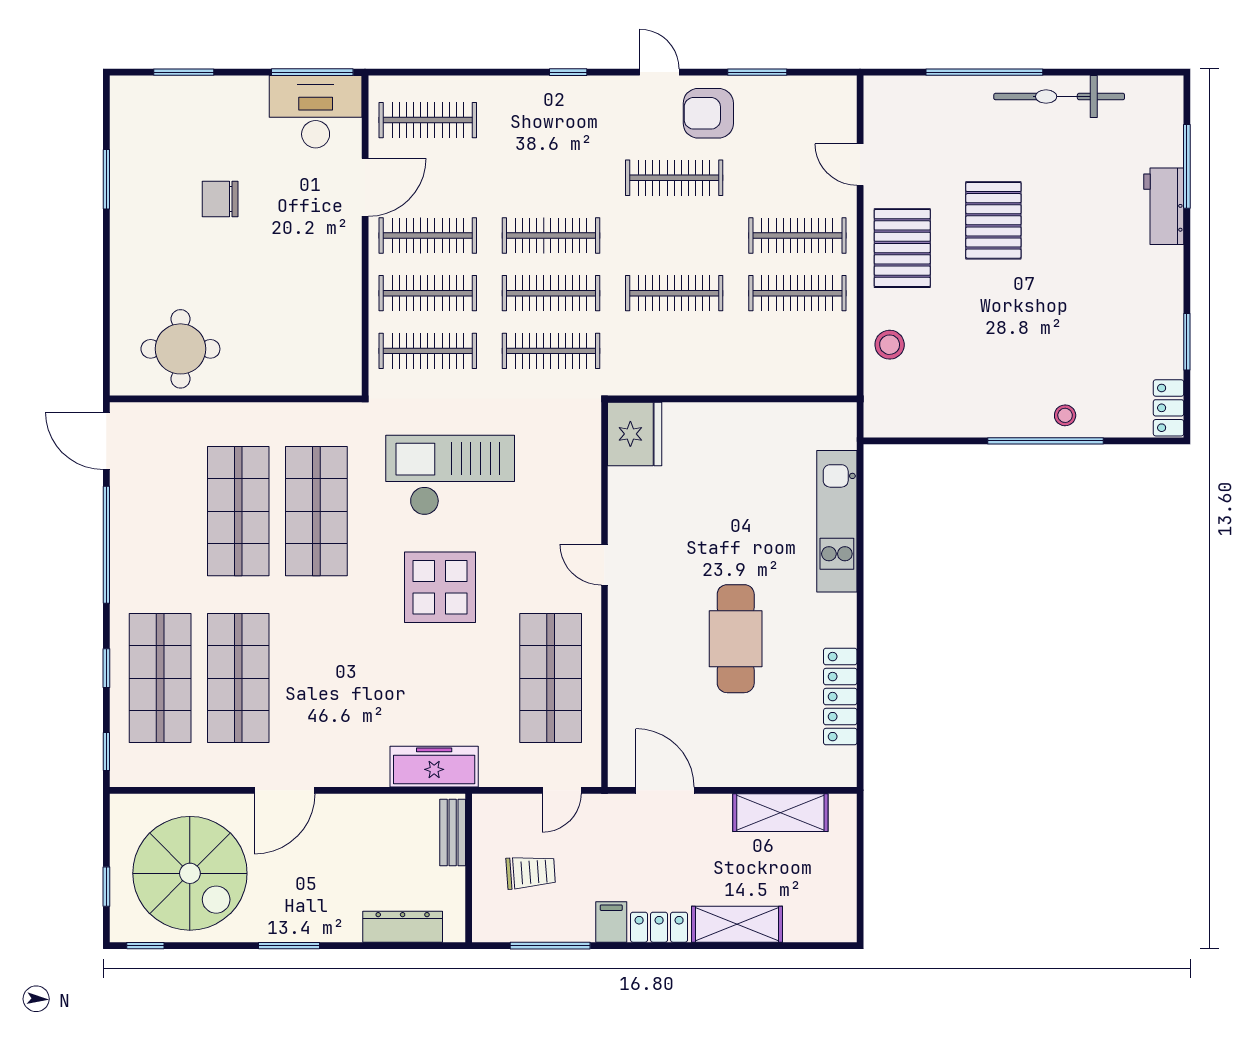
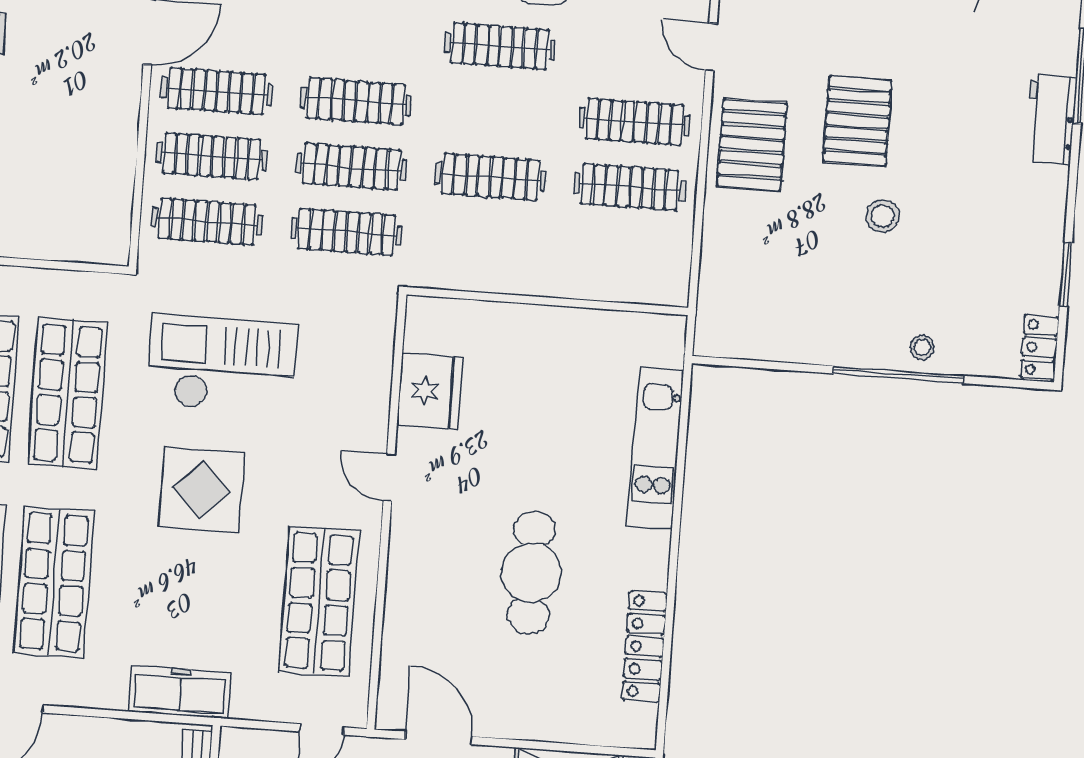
stool: (890, 345) -> (883, 216), moved
fridge: (635, 434) -> (430, 391), moved
shop shelf: (316, 678) -> (54, 582), added

